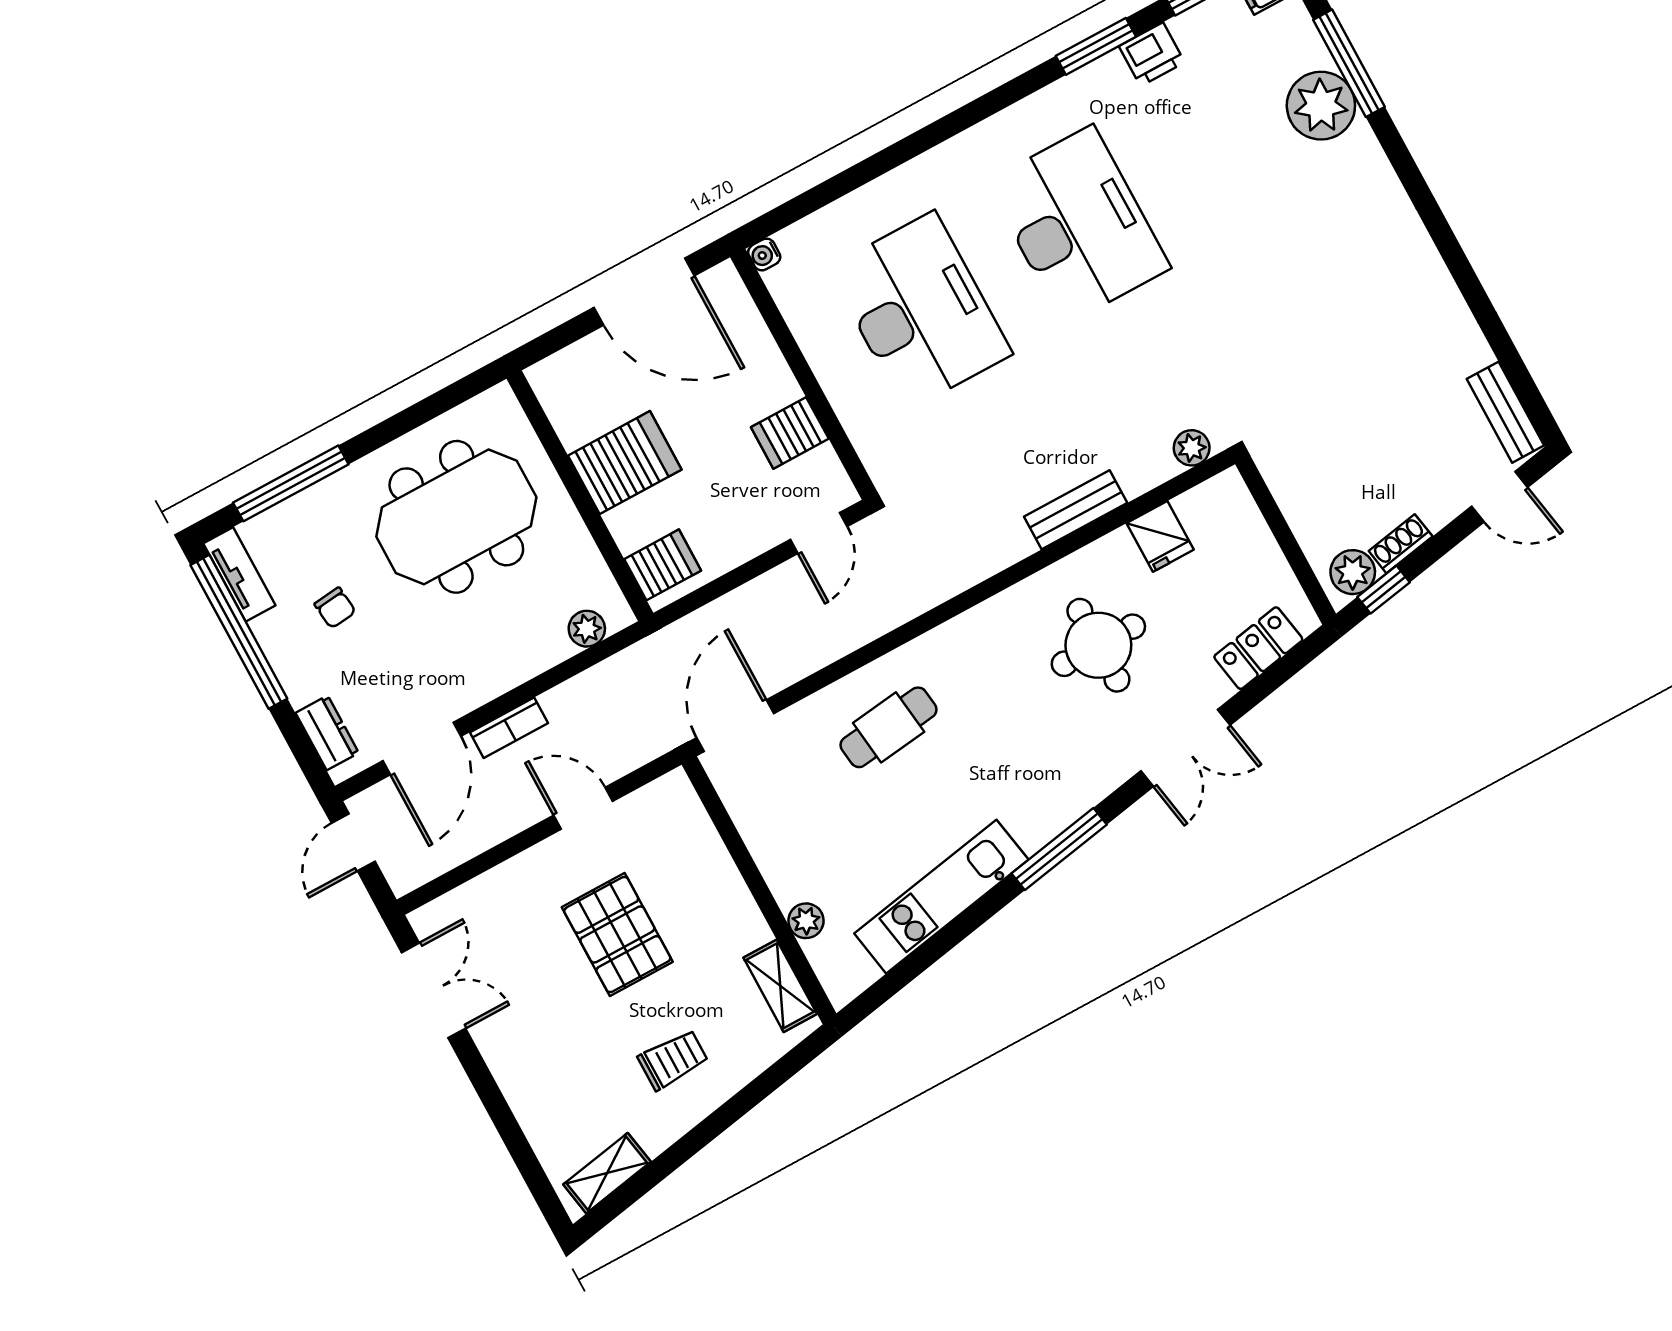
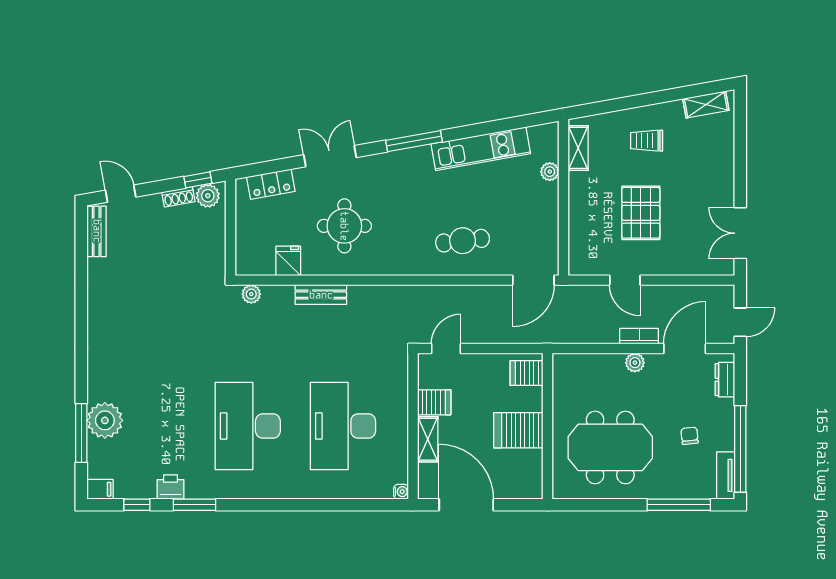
shelving: (767, 366) -> (428, 439), added
plant: (587, 629) -> (635, 363), moved

